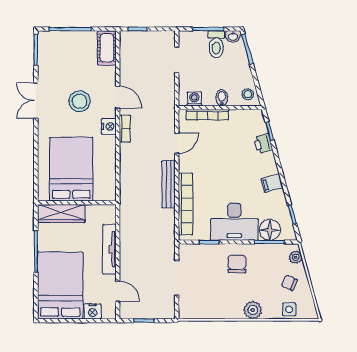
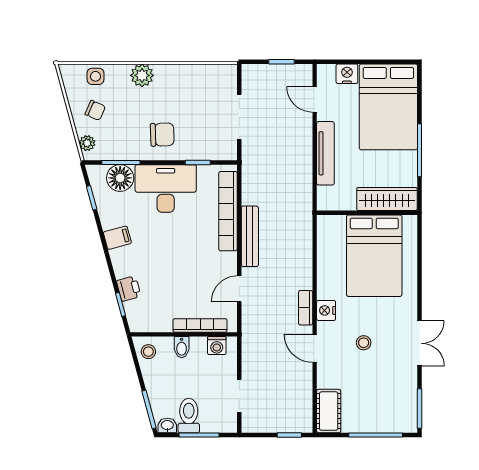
stool: (80, 101) -> (364, 343), width x0.53, depth x0.53
chair: (237, 264) -> (162, 135), turned -92

